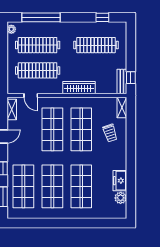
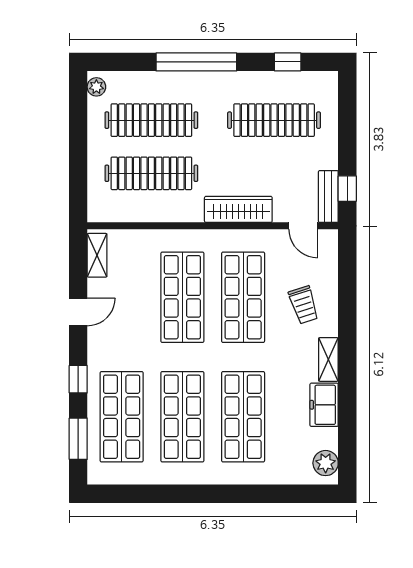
window: (41, 17) -> (196, 62), moved
door: (31, 95) -> (303, 226), moved
shelving: (122, 107) -> (328, 359), moved
plant: (121, 198) -> (326, 463), moved

